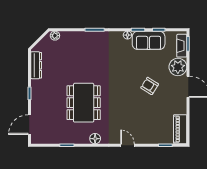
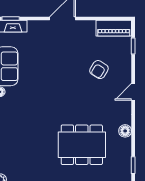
plant: (178, 67) -> (39, 31), removed
armchair: (150, 86) -> (99, 70), moved

